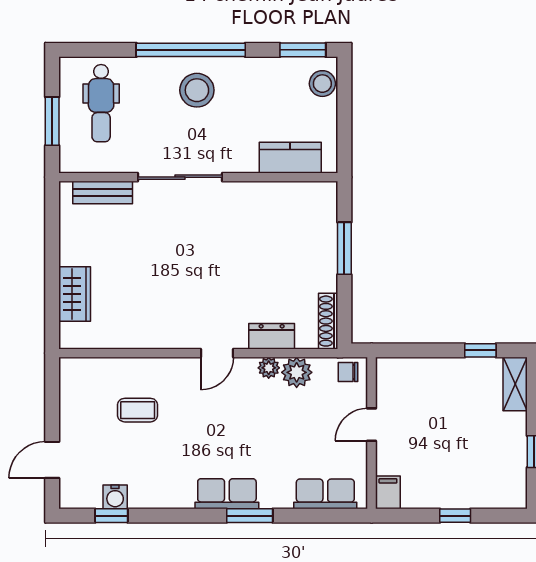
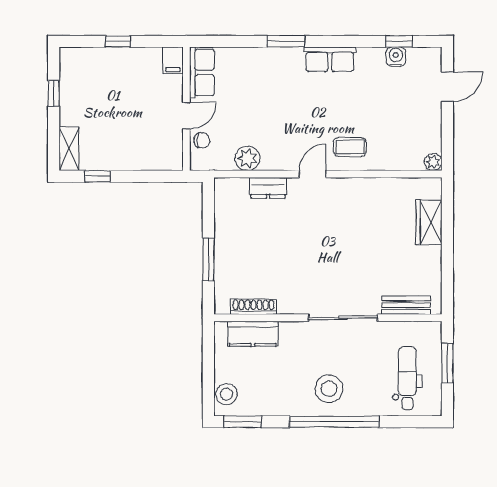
shoe rack: (328, 321) -> (253, 307), moved, turned -90
plant: (269, 368) -> (433, 162), moved
chair: (348, 372) -> (202, 140), moved
coffee table: (138, 410) -> (350, 147), moved
row of seats: (227, 494) -> (330, 59), moved
row of seats: (325, 494) -> (202, 72), moved, turned -90

